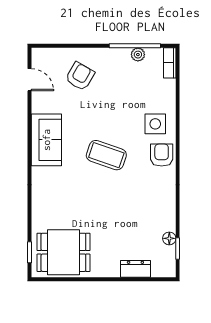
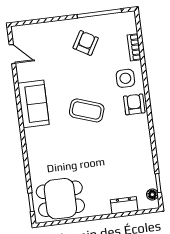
plant: (138, 55) -> (103, 21), removed
bookcase: (170, 63) -> (134, 47), moved
armchair: (80, 76) -> (86, 43), moved
floor lamp: (169, 238) -> (152, 195), moved

